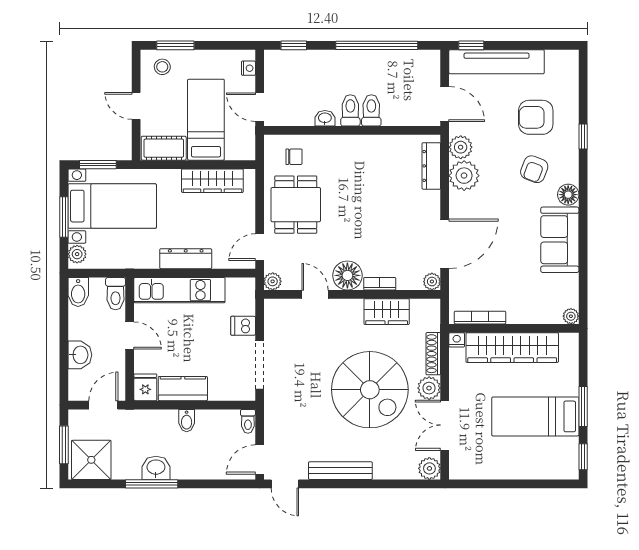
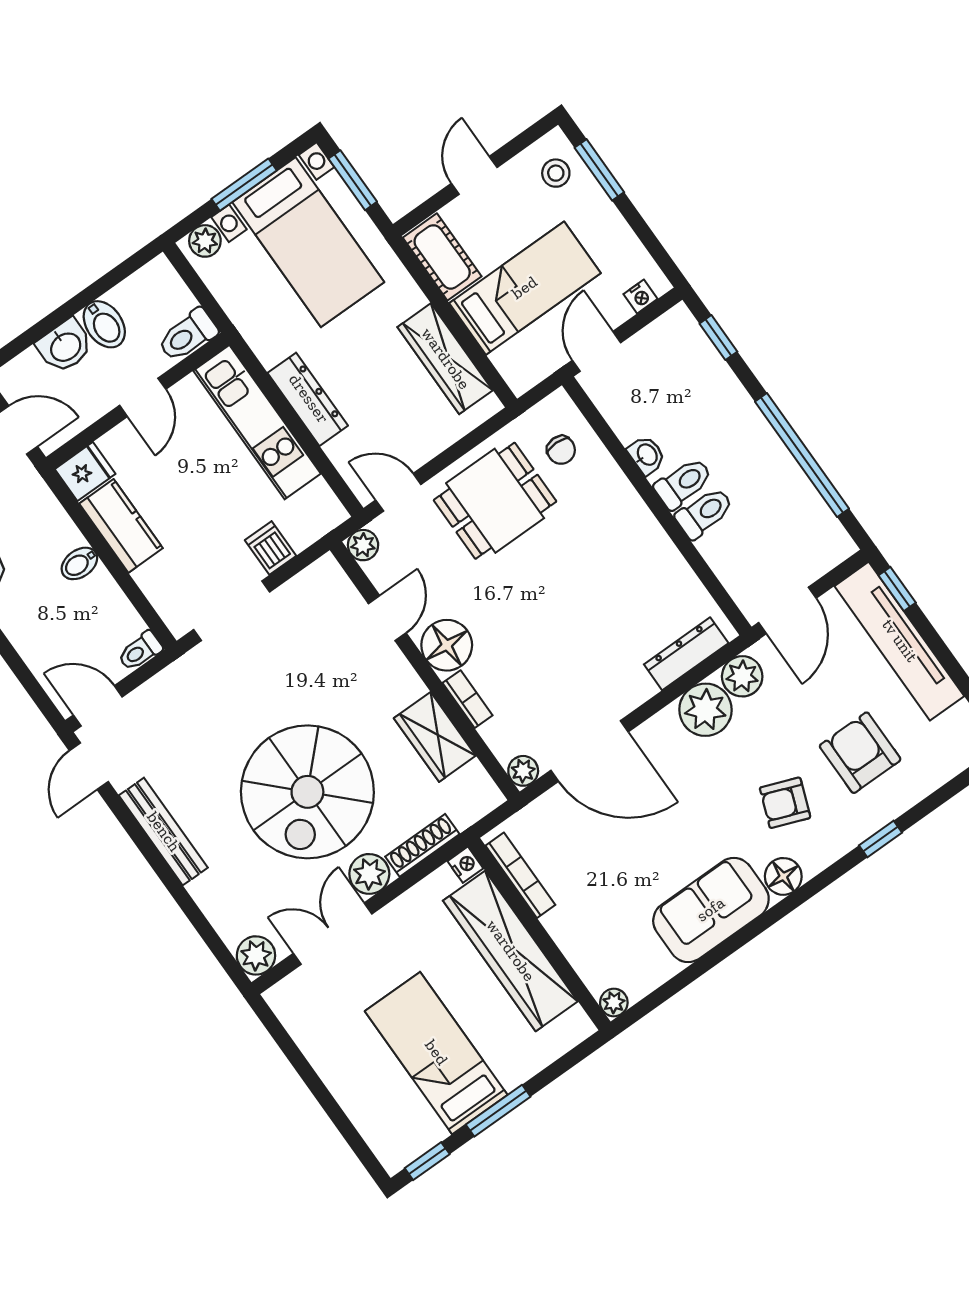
bidet: (78, 292) -> (104, 324), moved, turned -90

